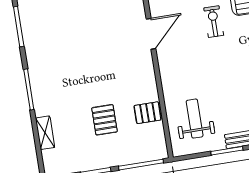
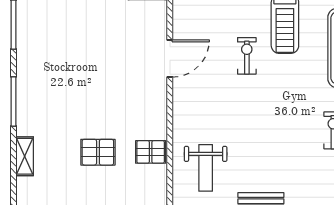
weight bench: (195, 119) -> (206, 168), turned 180
pallet: (104, 120) -> (98, 152), turned 90

